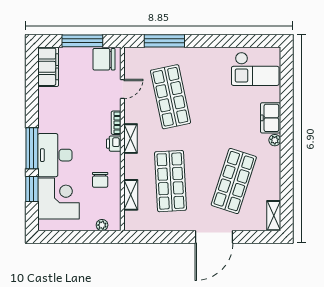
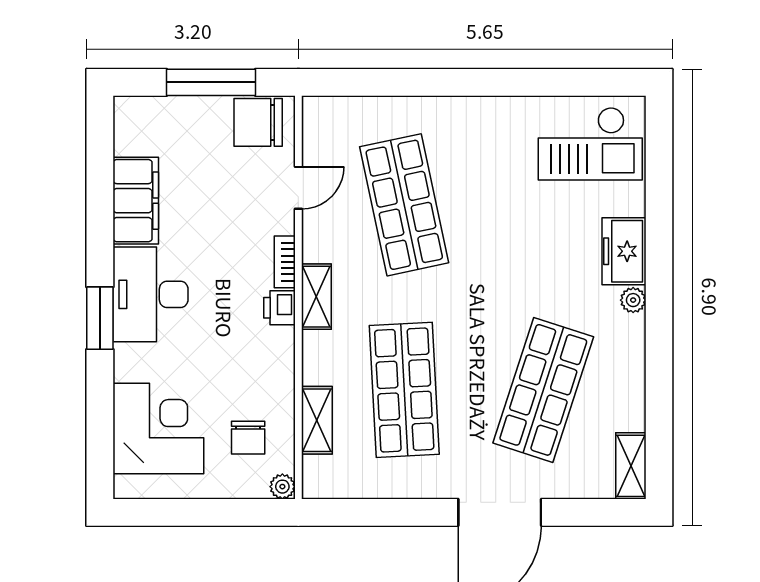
window: (164, 41) -> (391, 82), removed
filing cabinet: (48, 67) -> (136, 201), moved
window: (32, 148) -> (100, 318), width x0.69
desk: (55, 155) -> (150, 294), moved
chair: (100, 180) -> (248, 438), moved
window: (32, 189) -> (100, 408), removed
plant: (102, 225) -> (282, 487), moved

